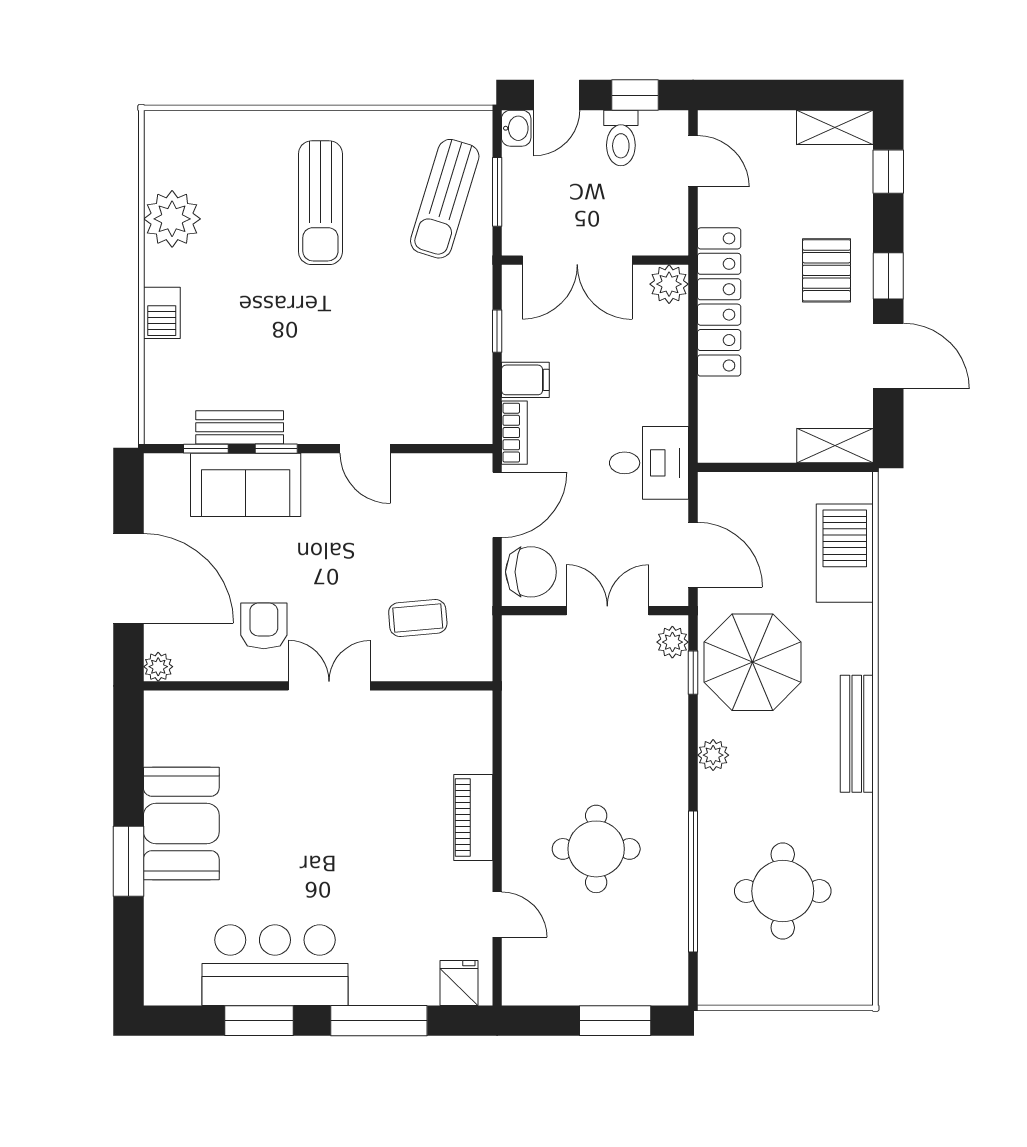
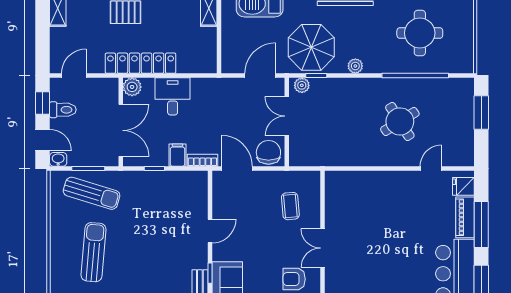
sun lounger: (320, 203) -> (93, 252), turned -85
desk: (649, 463) -> (173, 96), moved
piano: (473, 818) -> (465, 217), moved, turned 90
round table: (596, 849) -> (400, 121), turned -32

